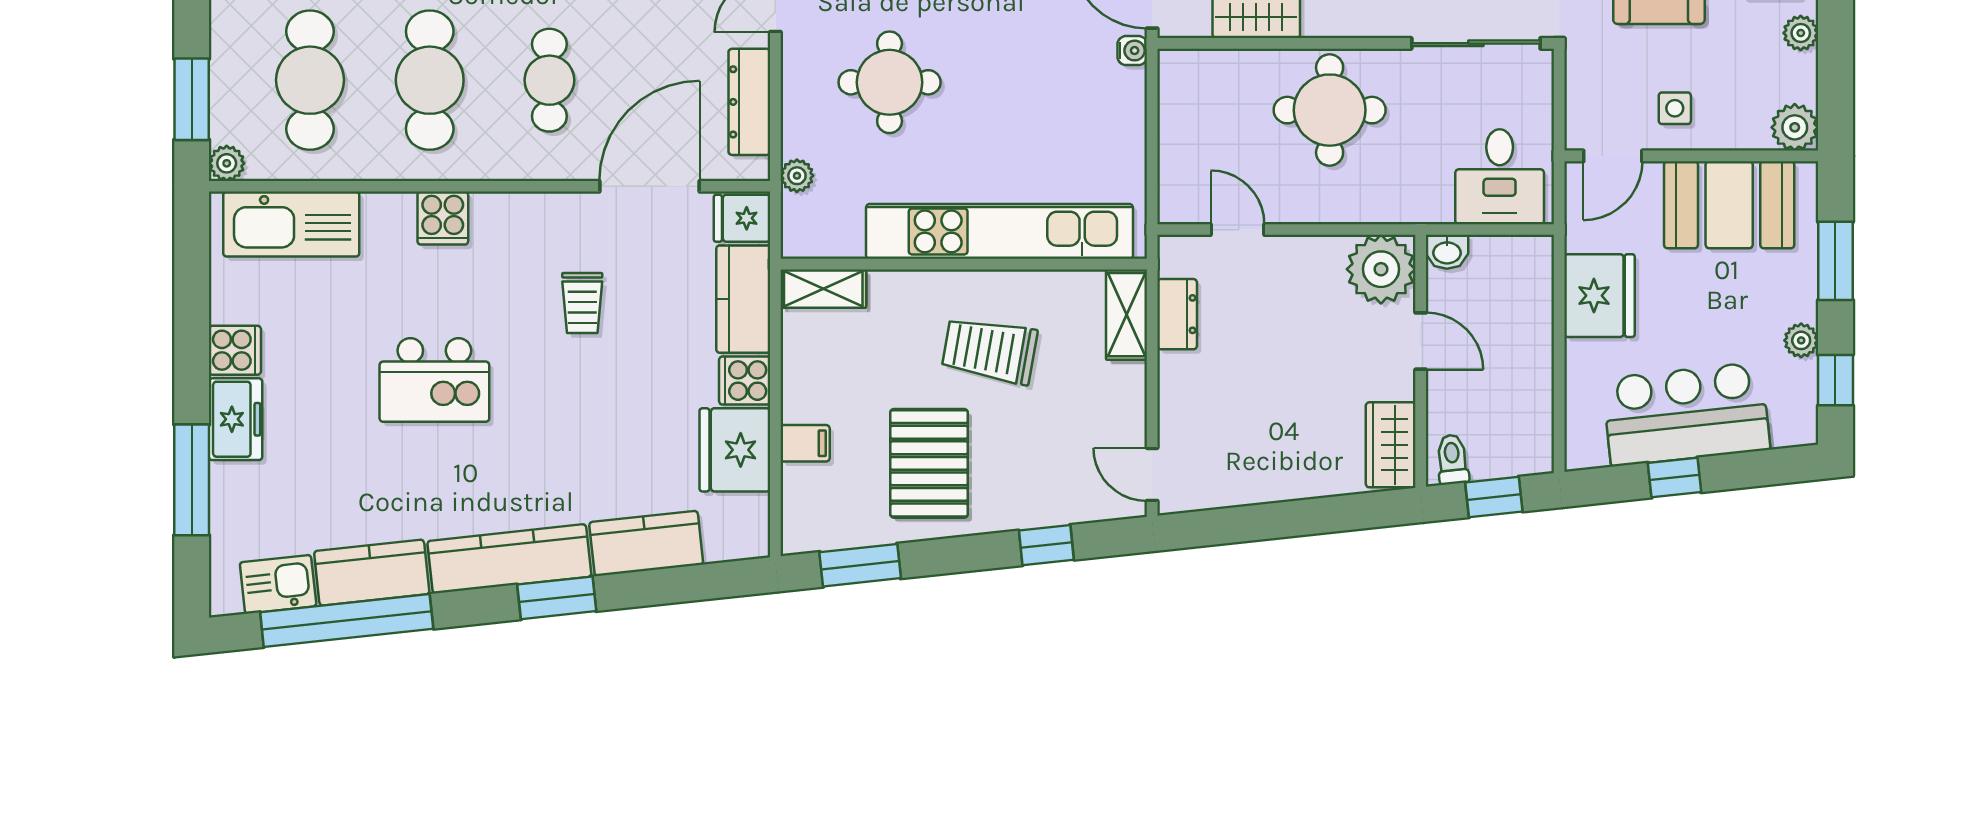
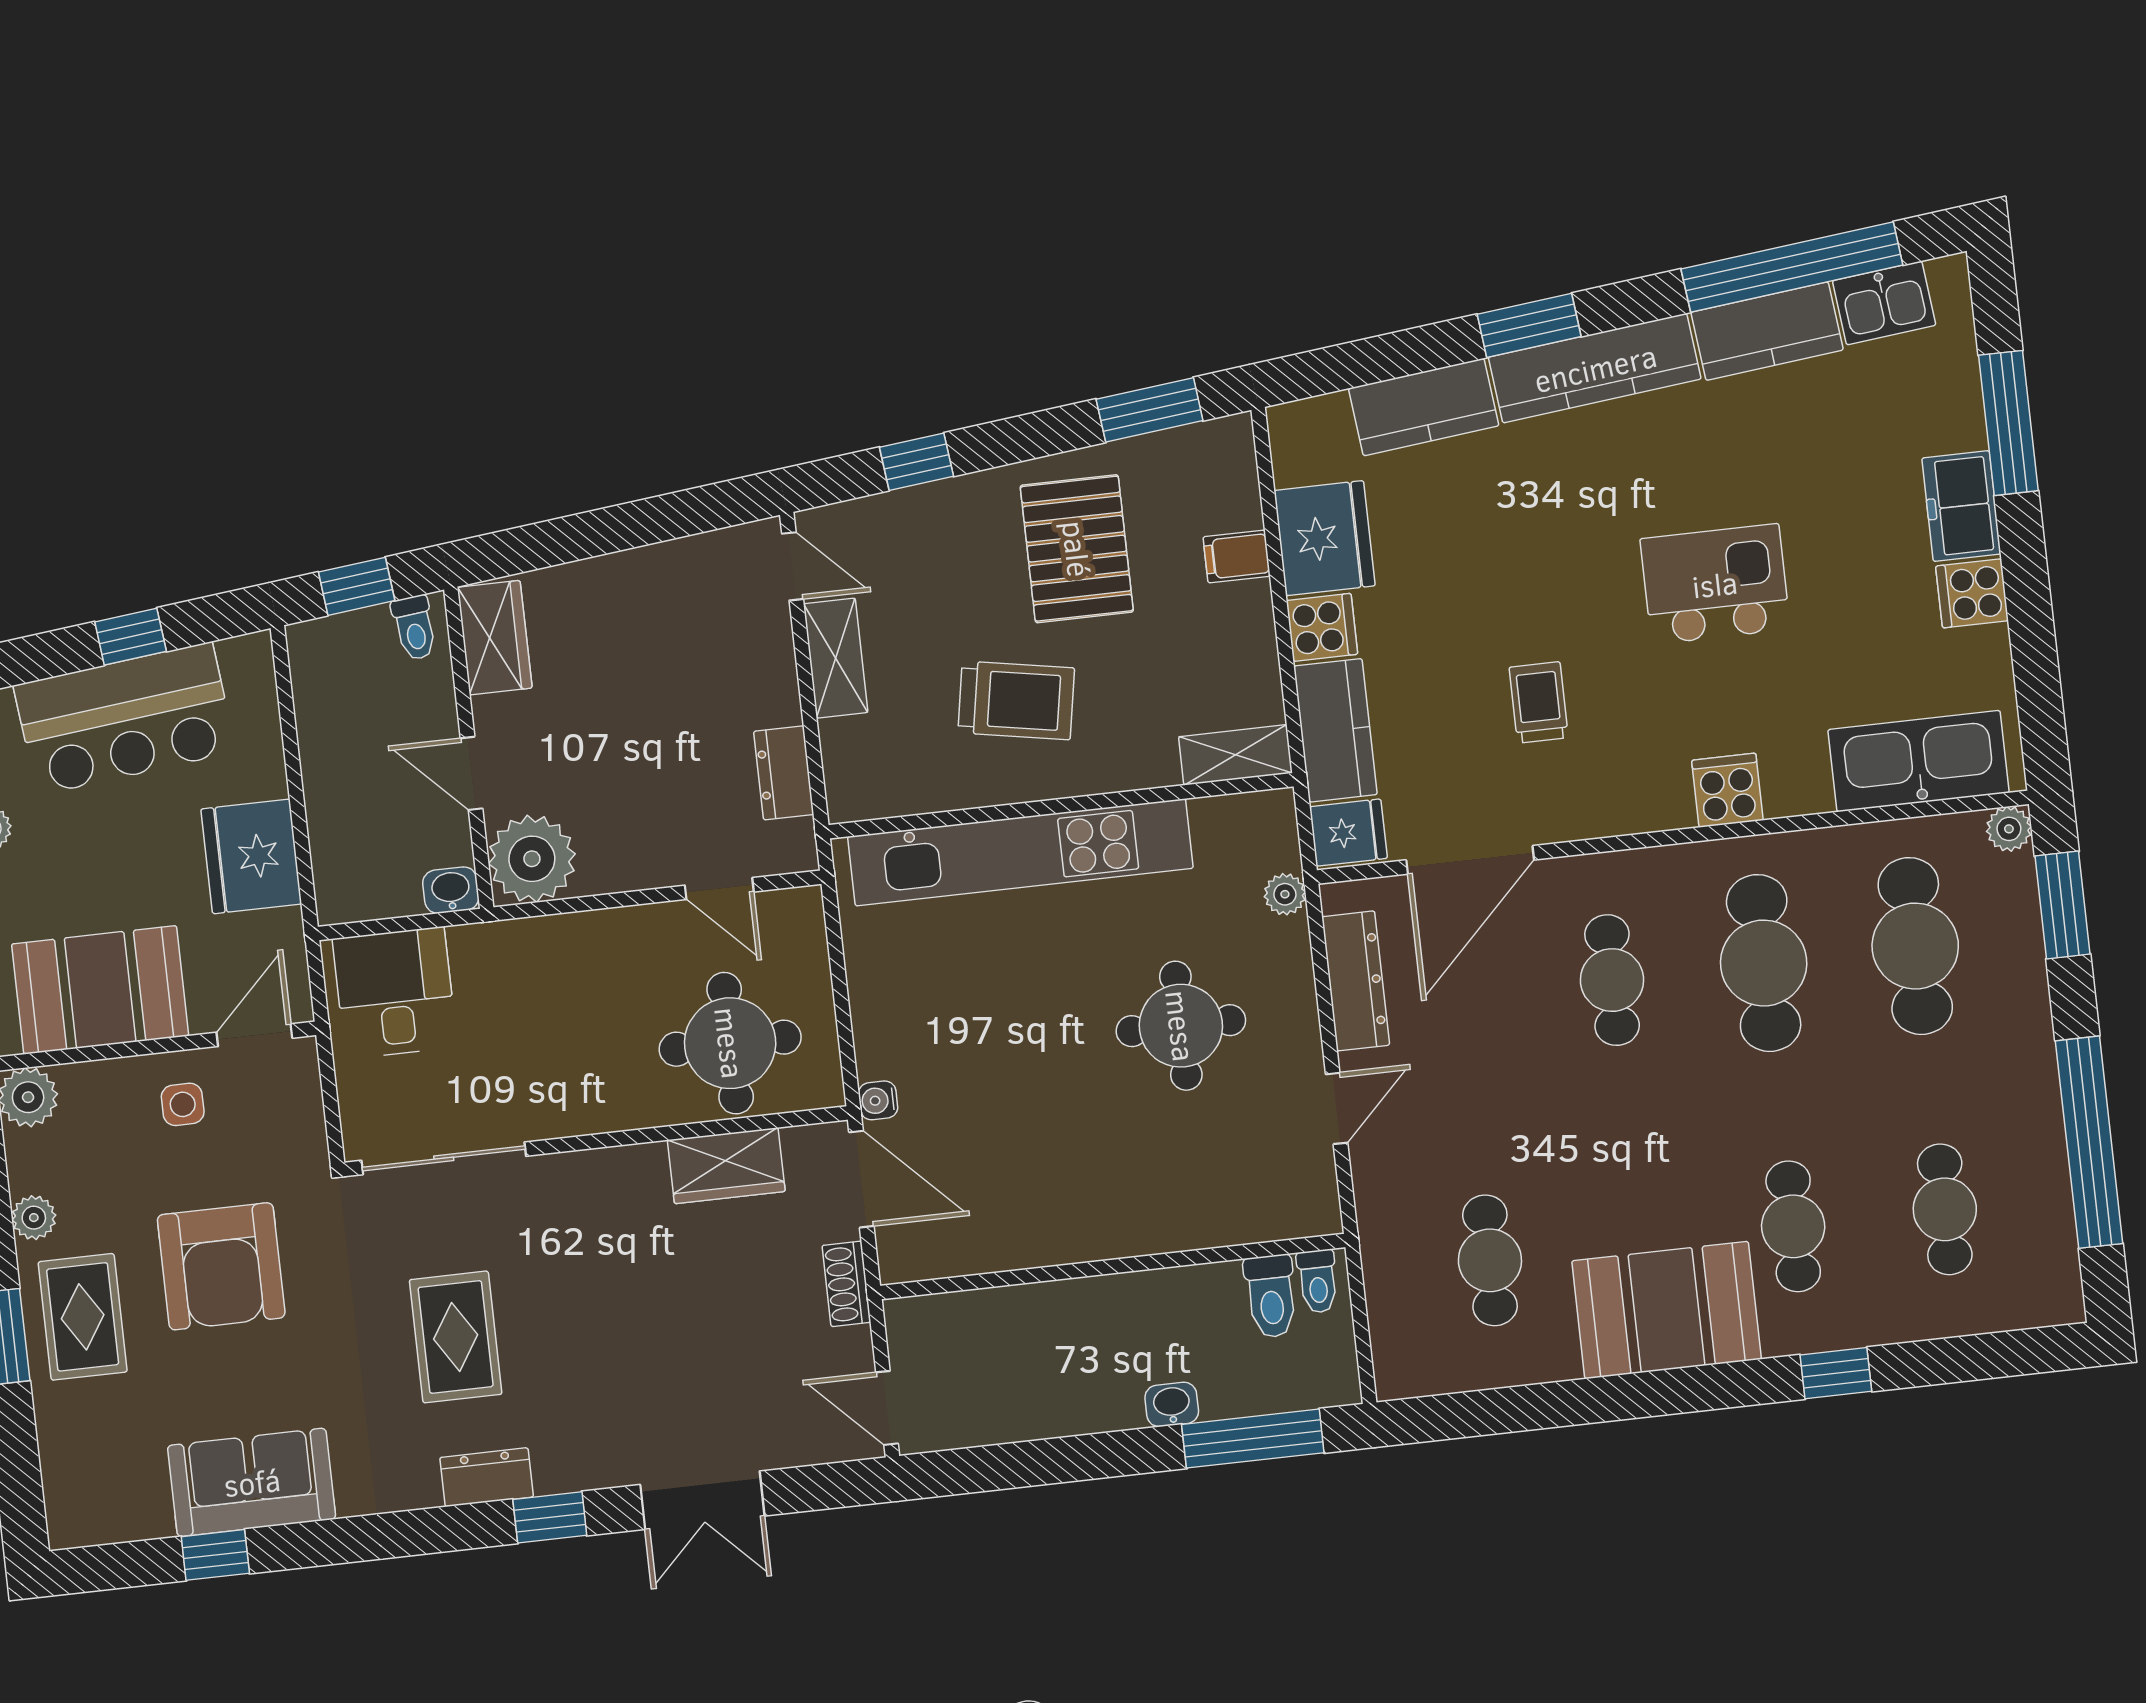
round table: (1330, 110) -> (730, 1043), moved
shelving: (1127, 315) -> (836, 658), moved

